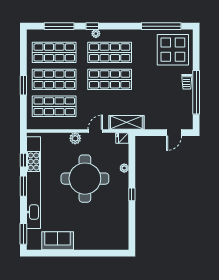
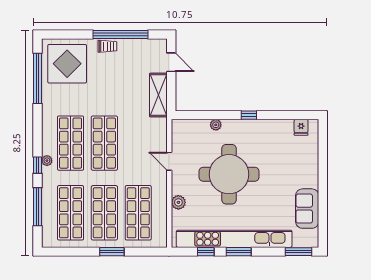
shelving: (126, 122) -> (158, 95), moved
plant: (75, 138) -> (178, 202), moved
fridge: (122, 138) -> (301, 127), moved

